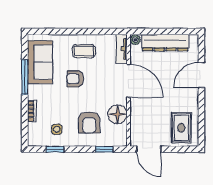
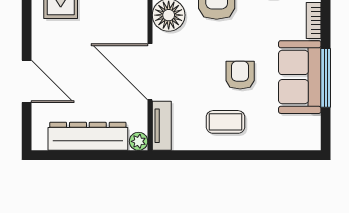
sofa: (40, 62) -> (300, 77), moved
door: (201, 75) -> (27, 81), hinge flipped
armchair: (75, 79) -> (240, 75), turned -90

